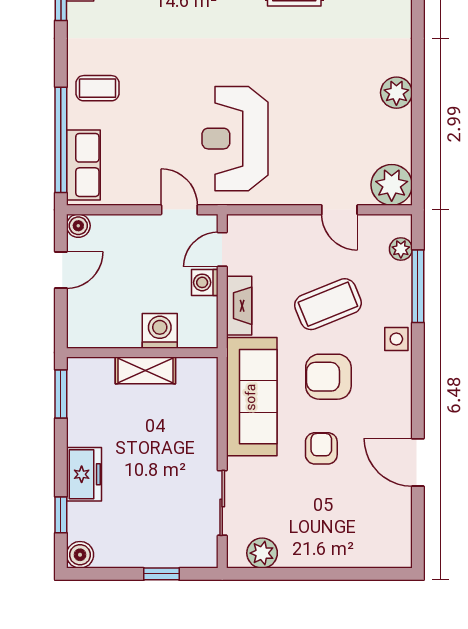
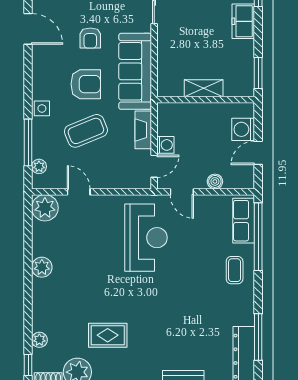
coffee table: (97, 88) -> (235, 270), turned 90
boiler: (78, 226) -> (215, 181), moved
washing machine: (160, 331) -> (243, 129), moved, turned 90

